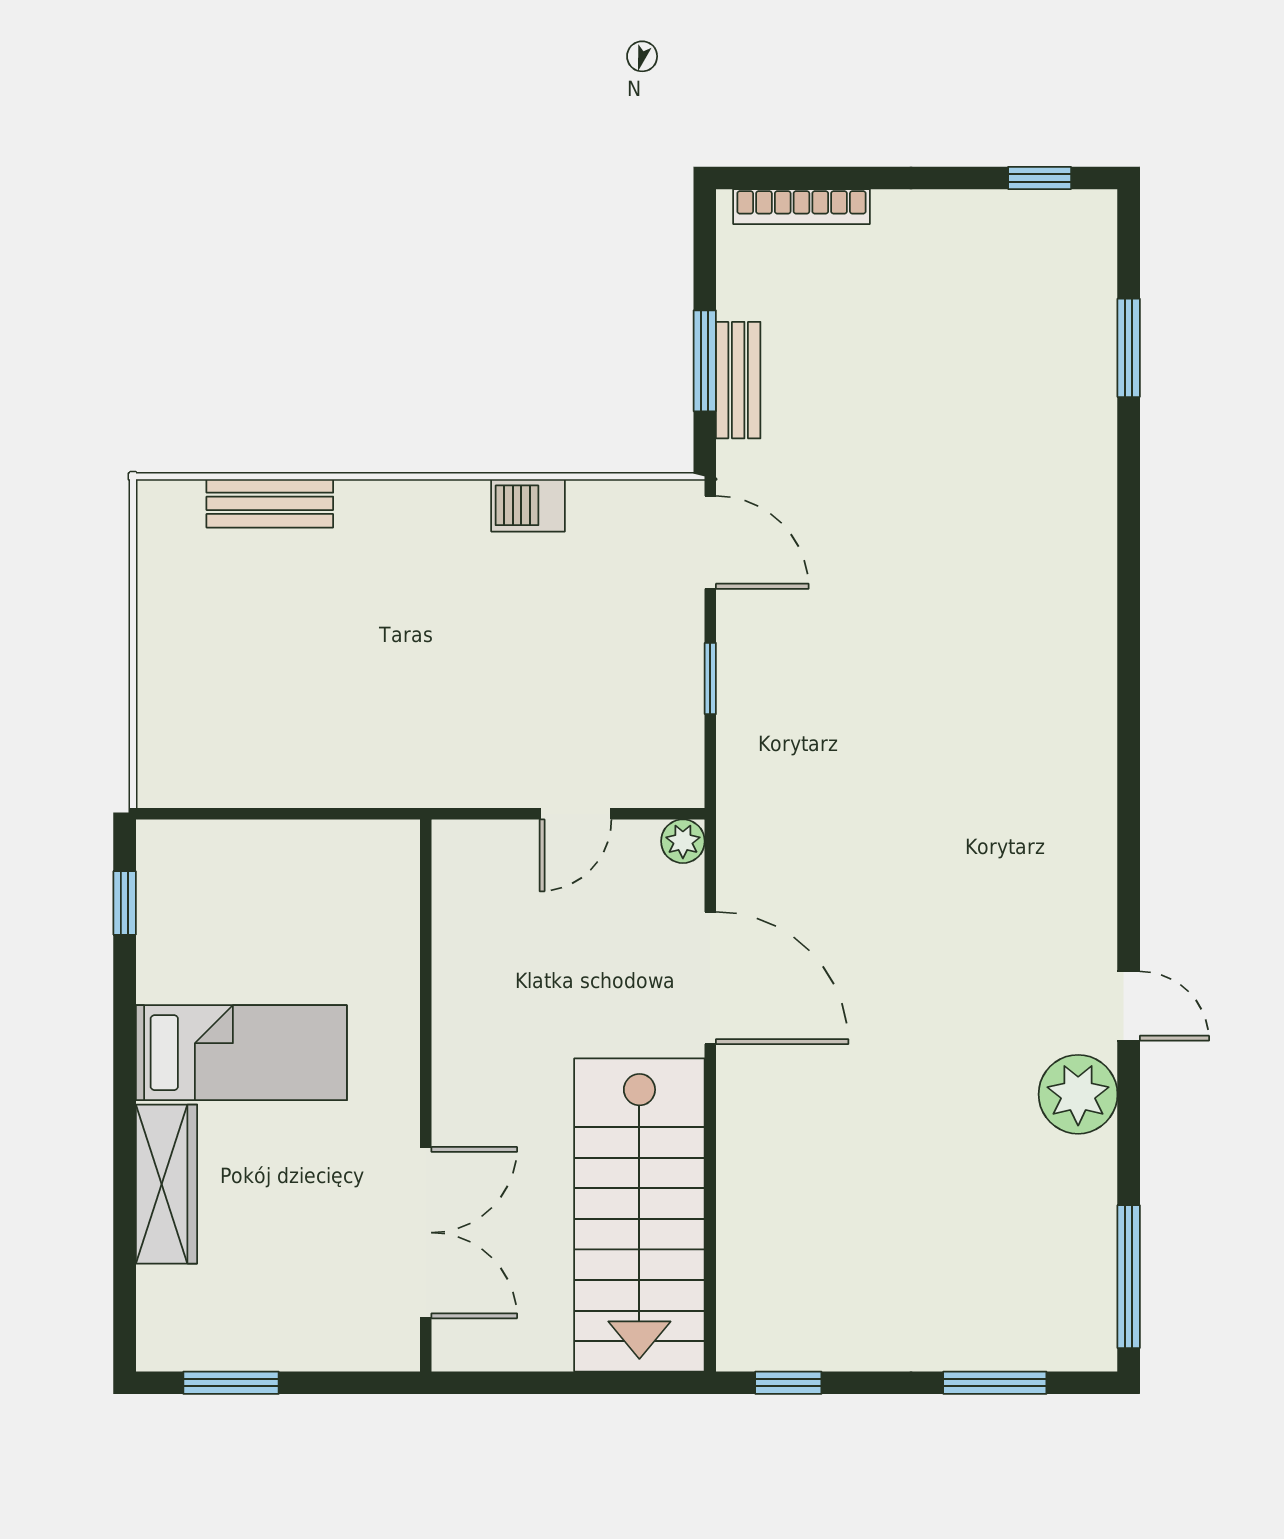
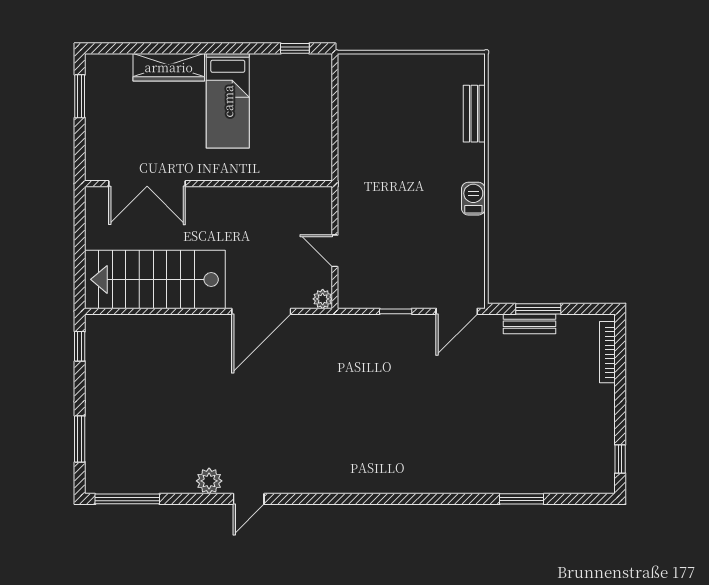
window: (1129, 348) -> (522, 499), moved
barbecue: (528, 505) -> (473, 199), moved
plant: (1078, 1094) -> (209, 481), width x0.73, depth x0.73

